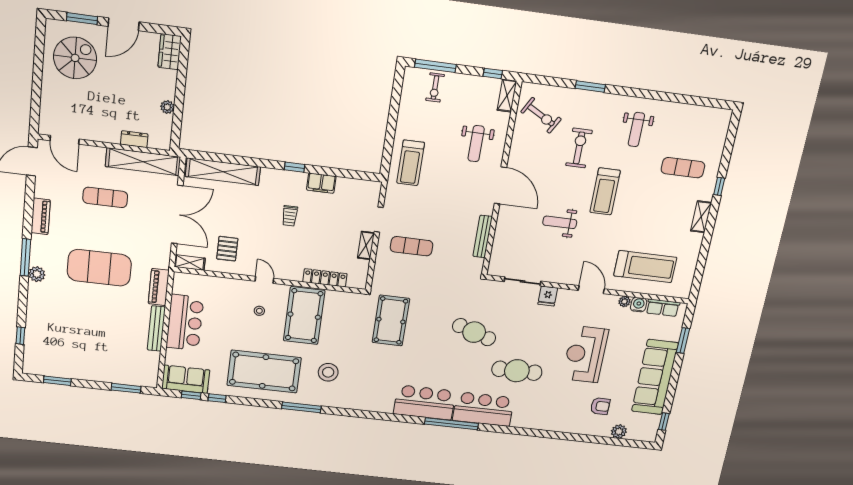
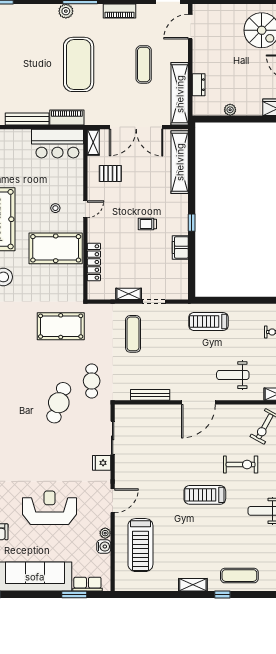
exercise mat: (683, 168) -> (239, 576), moved, turned 90
weight bench: (560, 222) -> (172, 461), removed
row of seats: (663, 308) -> (87, 584), moved, turned 90
bar counter: (185, 322) -> (57, 144), moved
cafe table: (517, 371) -> (92, 381), moved, width x0.73, depth x0.74

